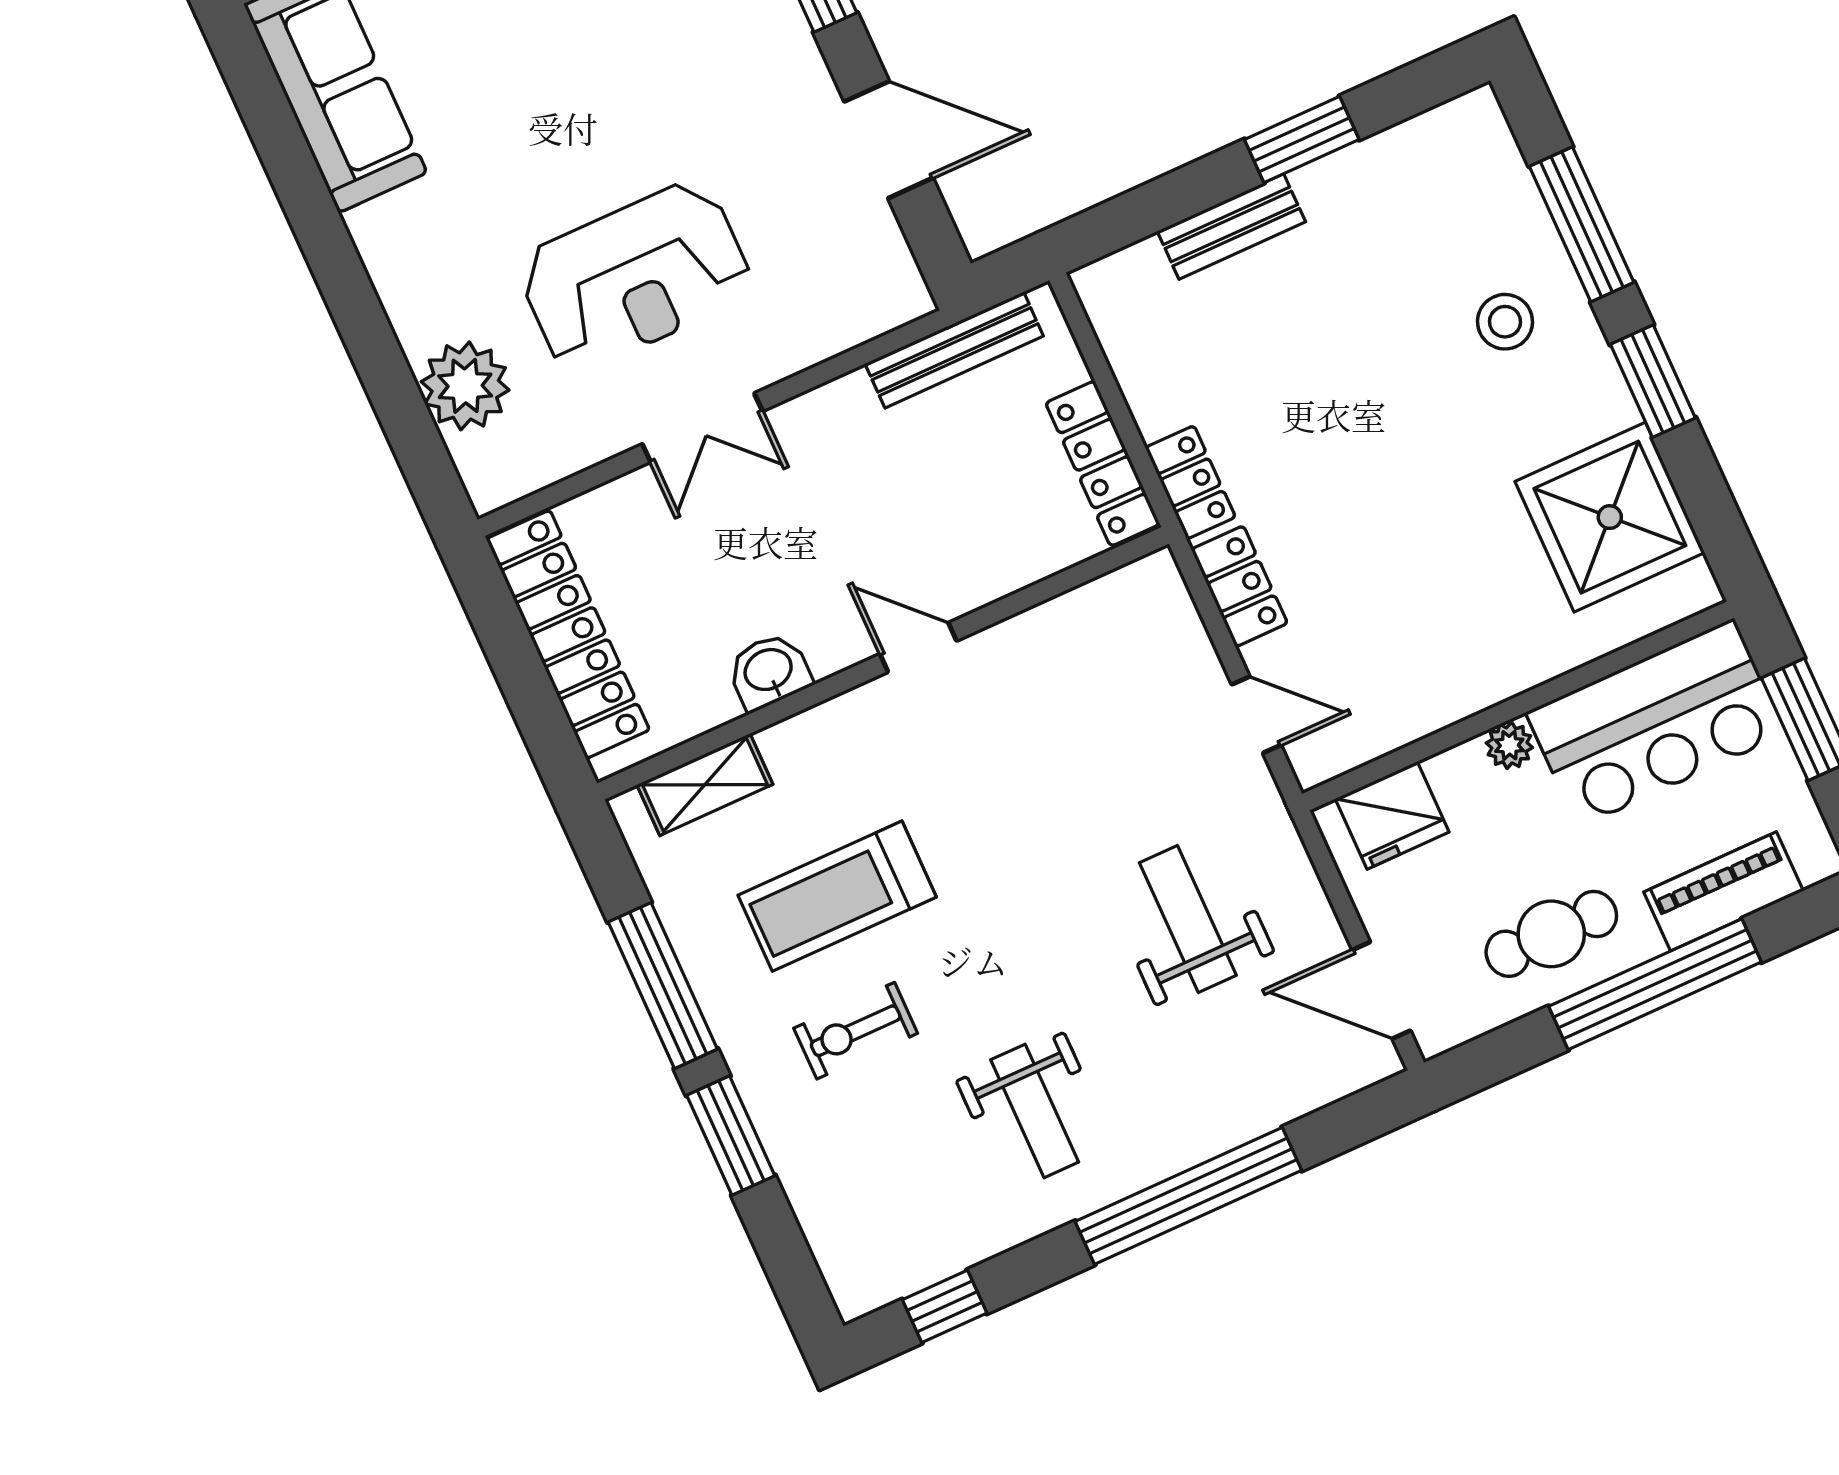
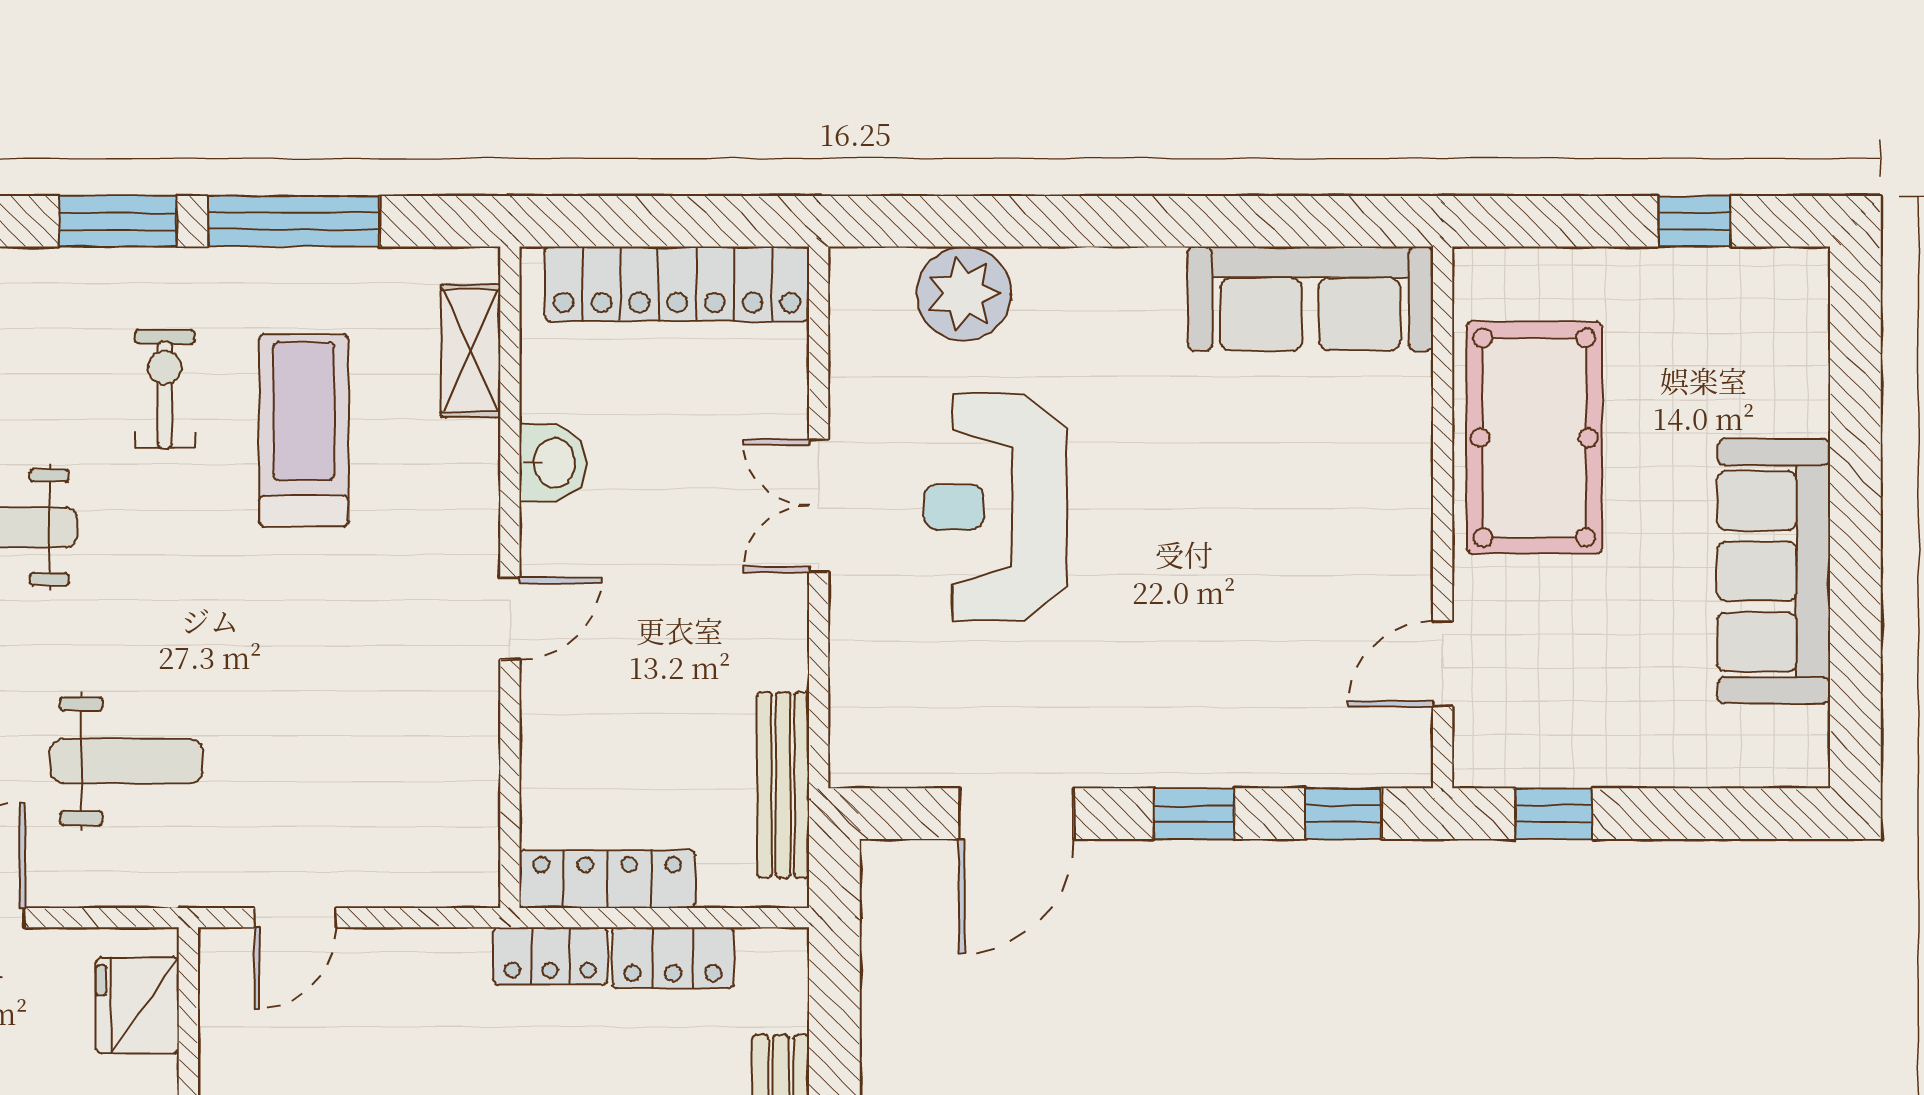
locker: (1239, 586) -> (673, 958), moved

